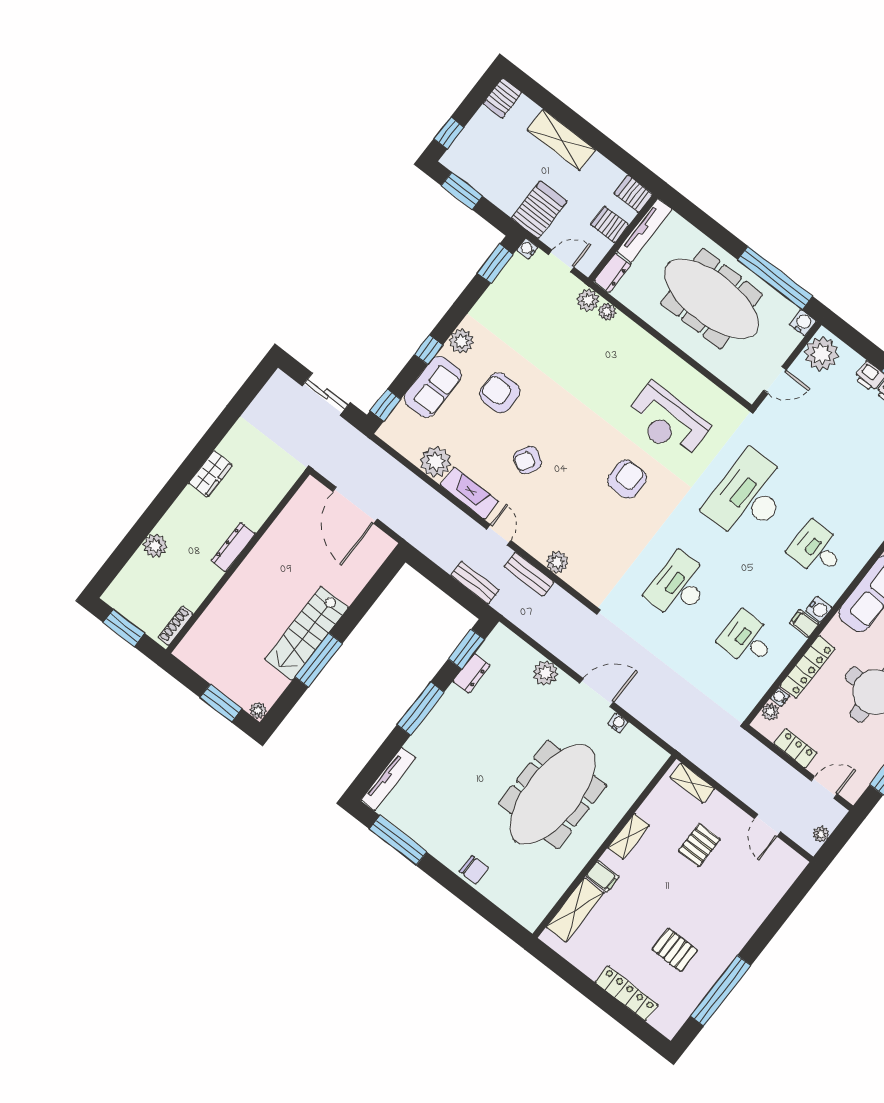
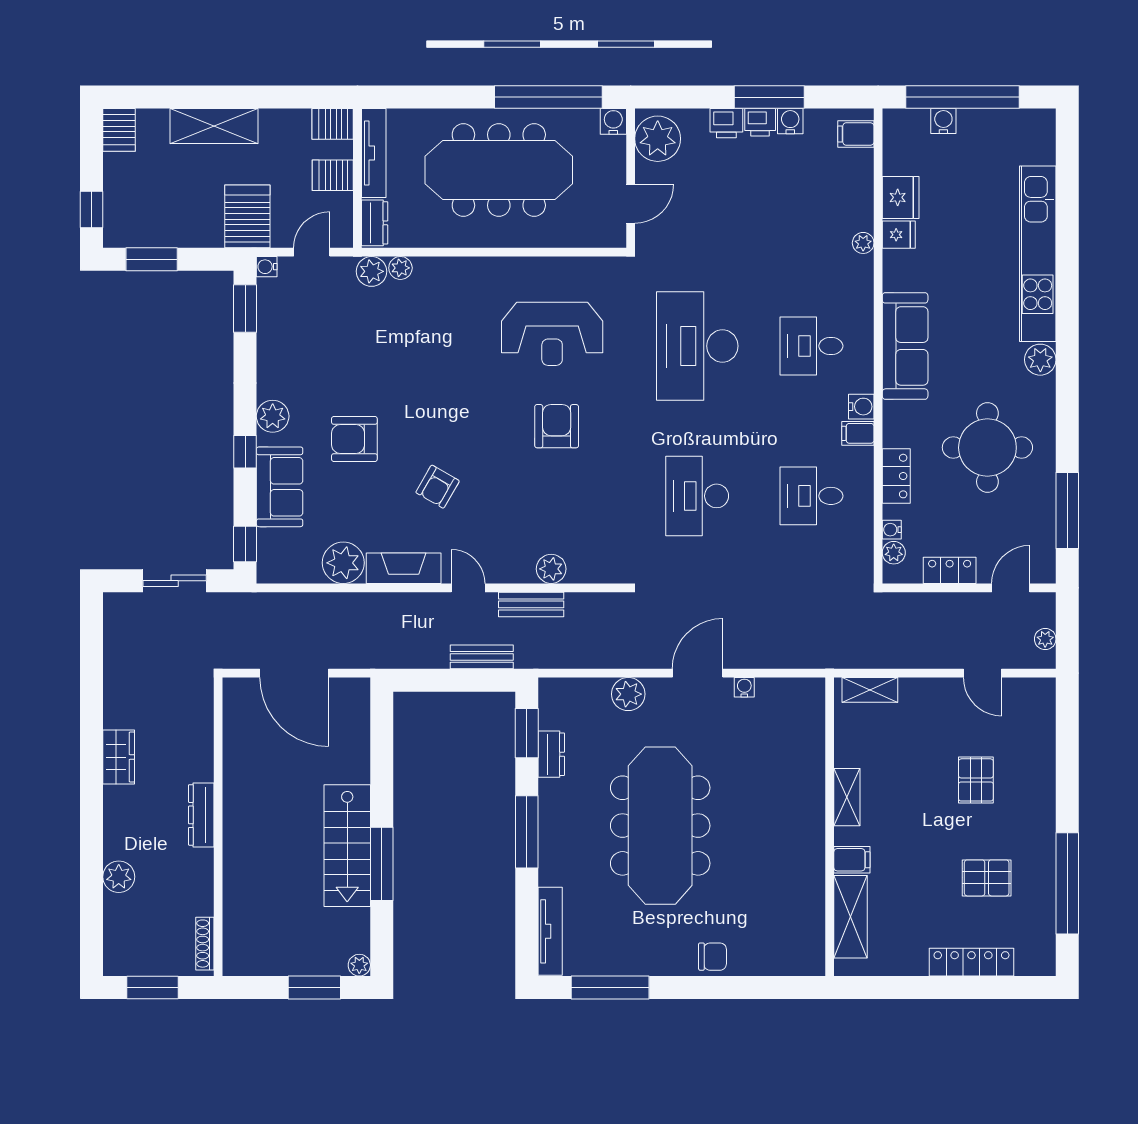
locker: (807, 667) -> (896, 476), width x0.66
meeting table: (553, 794) -> (660, 826), moved
pallet: (699, 845) -> (976, 780), moved

